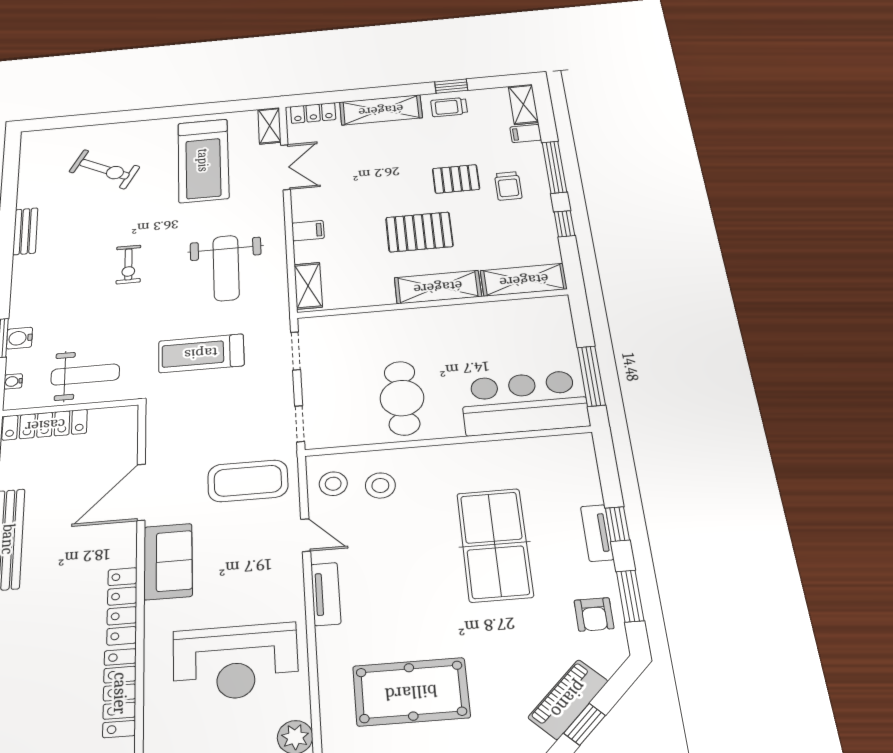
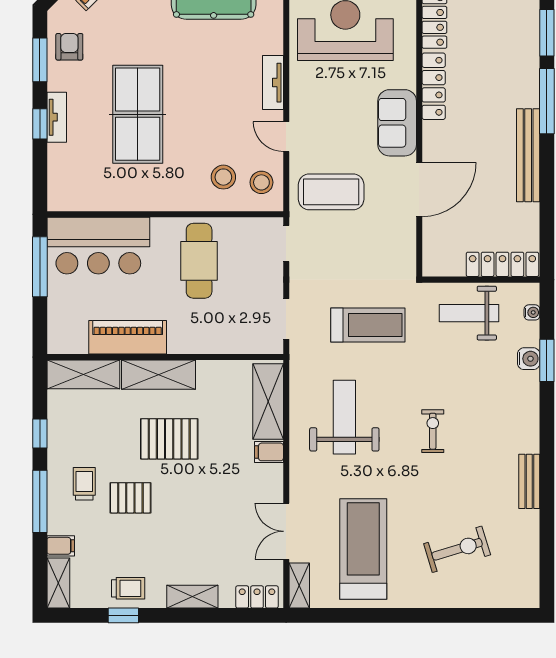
shelving: (381, 110) -> (192, 597), width x0.67, depth x0.75
exercise bike: (104, 169) -> (457, 549), turned 135
shelving: (308, 286) -> (268, 401), width x1.50, depth x1.33
piano: (478, 318) -> (128, 337), added

